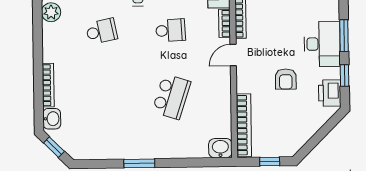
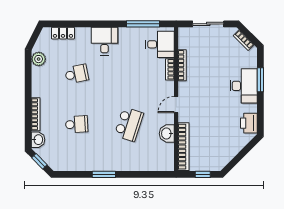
school desk: (171, 30) -> (77, 124), moved
door: (233, 55) -> (176, 105), moved
window: (345, 75) -> (260, 110), removed
armchair: (286, 79) -> (216, 112), removed
washbasin: (220, 148) -> (167, 134), moved, turned -90

